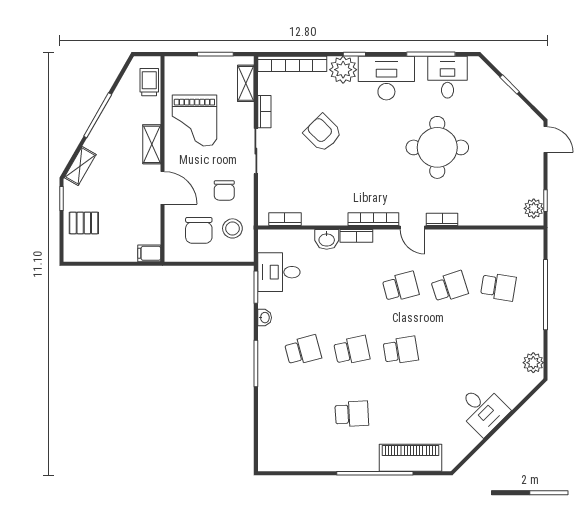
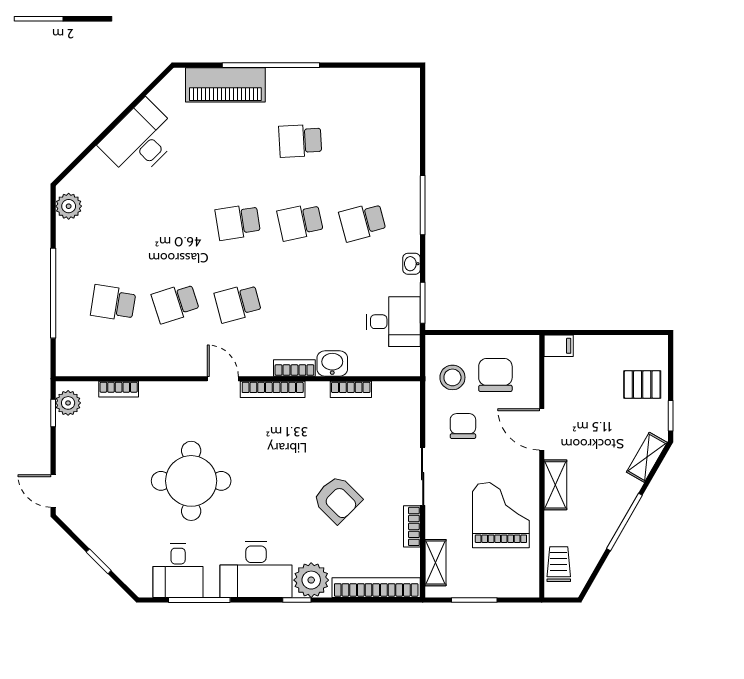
trolley: (149, 82) -> (559, 564), turned 180
bookcase: (285, 219) -> (351, 389), moved
bookcase: (442, 219) -> (119, 389), moved
desk: (482, 409) -> (140, 140), width x1.37

